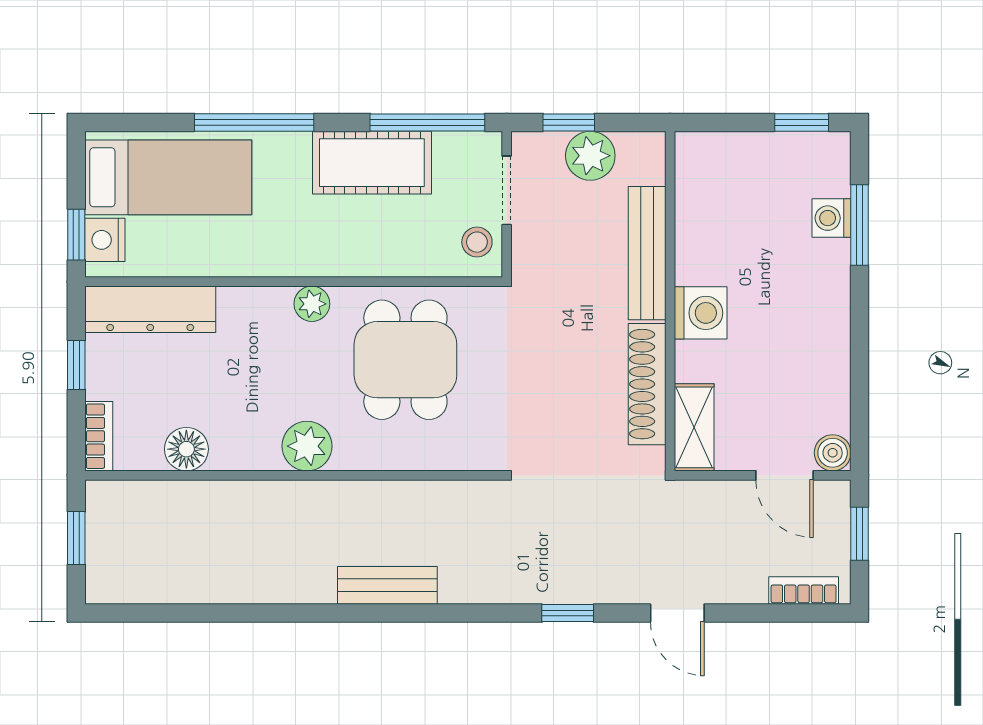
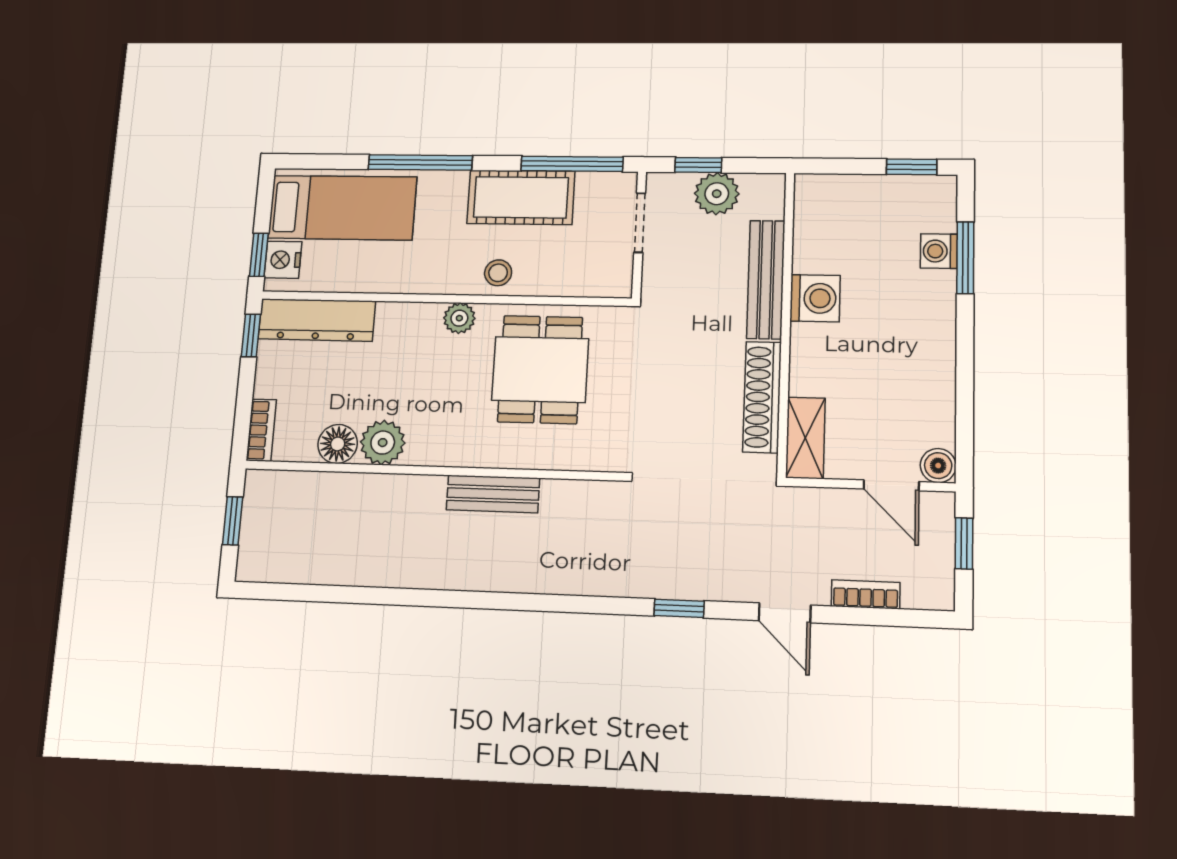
stool: (477, 242) -> (498, 273), moved
washing machine: (701, 313) -> (815, 298), moved
window: (76, 365) -> (251, 335), moved
plant: (307, 446) -> (383, 443), moved
bench: (387, 585) -> (493, 494), moved
bookcase: (804, 590) -> (866, 594), moved

